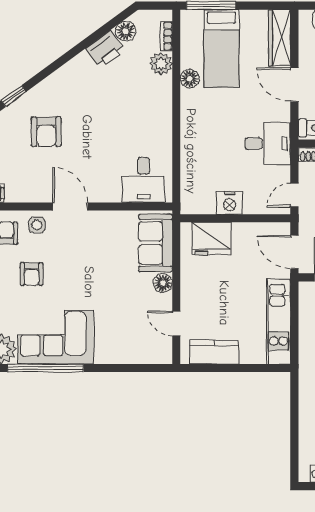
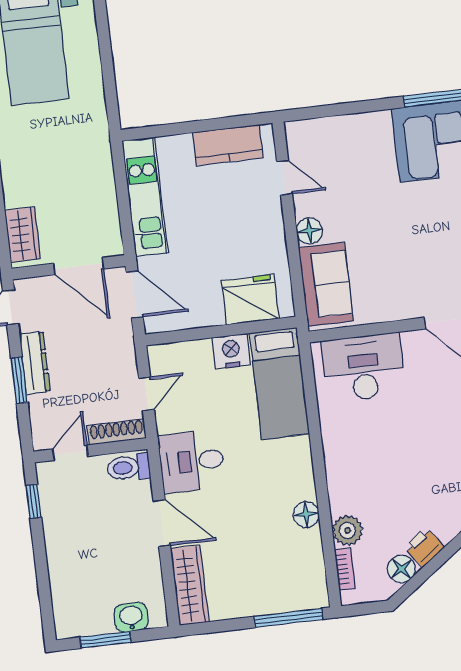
bed: (221, 48) -> (279, 383), moved, turned 180
printer: (105, 49) -> (424, 547), width x0.73, depth x0.81
desk: (268, 143) -> (192, 461), moved
desk: (143, 180) -> (363, 367), width x1.37
door: (294, 195) -> (146, 394), moved

